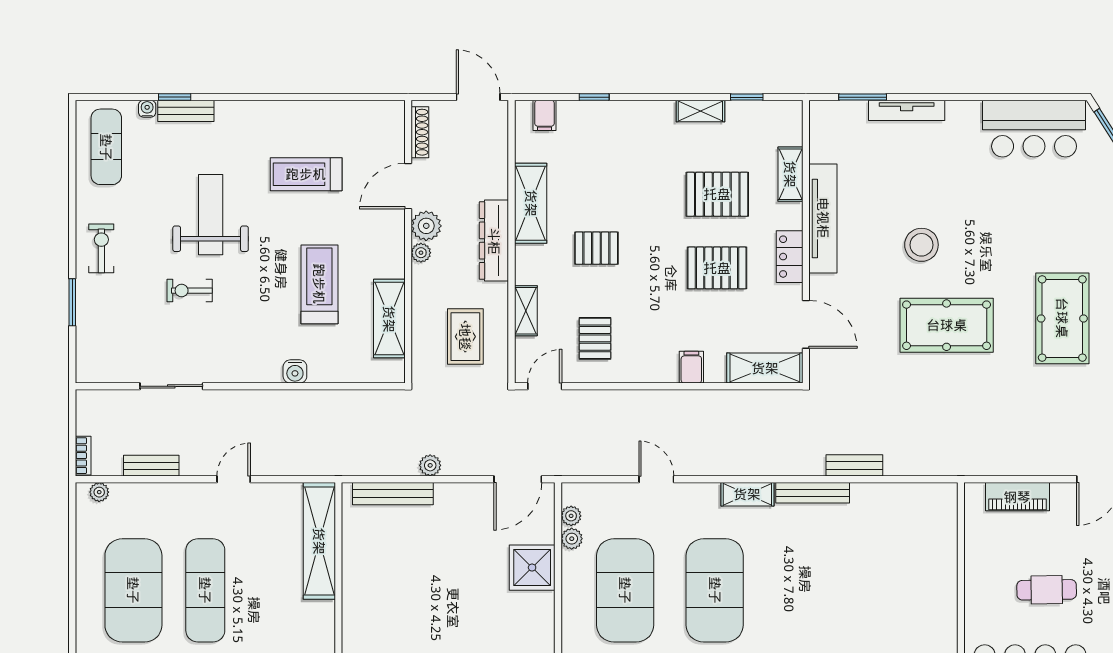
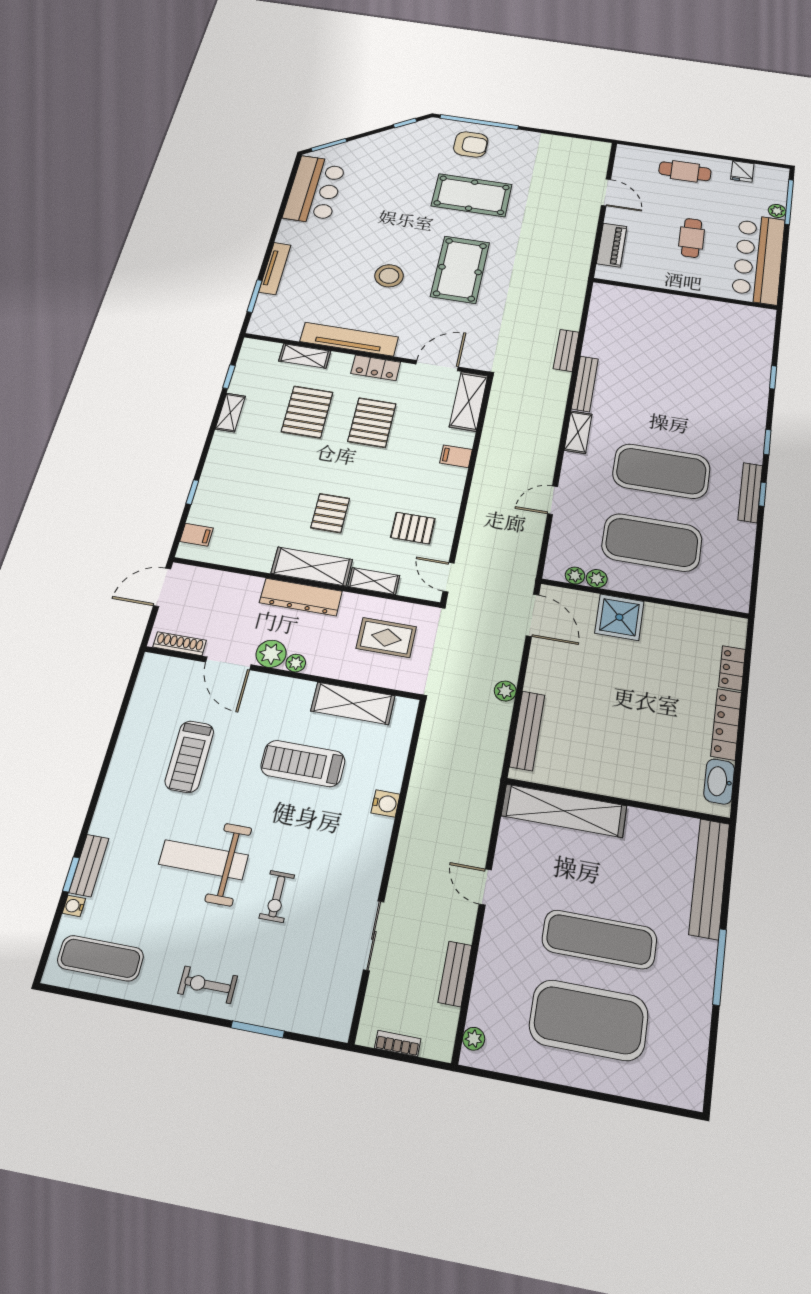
shelving: (531, 203) -> (312, 566), moved
bookcase: (83, 456) -> (398, 1043), moved

